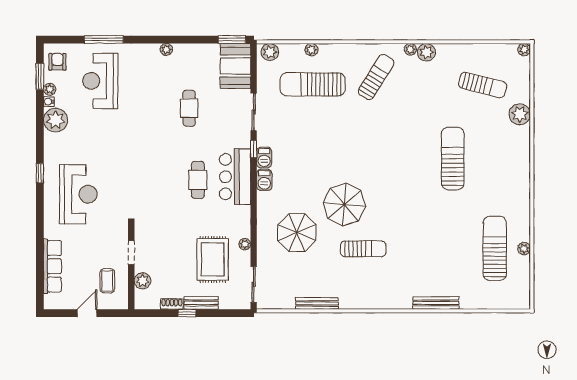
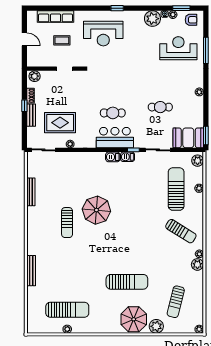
parasol: (297, 233) -> (134, 319), moved
coffee table: (107, 281) -> (62, 40), moved
plant: (142, 281) -> (35, 76), moved

